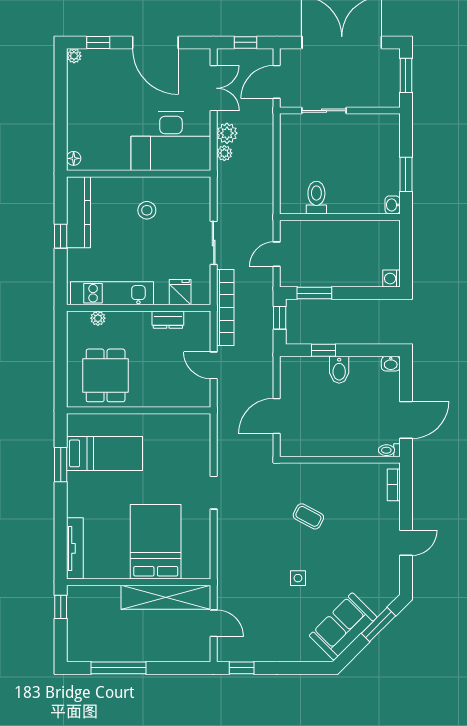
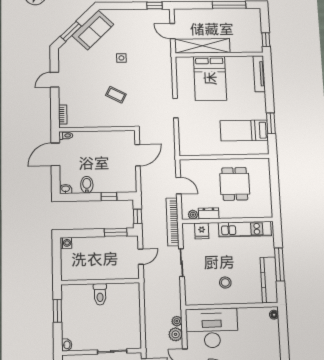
toilet: (316, 198) -> (100, 294), moved
washbasin: (393, 205) -> (67, 345), moved
window: (61, 236) -> (279, 264), width x2.17
plant: (98, 318) -> (193, 215), moved
bidet: (339, 370) -> (87, 185), moved
dining table: (106, 375) -> (235, 184), moved

